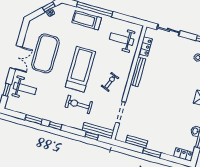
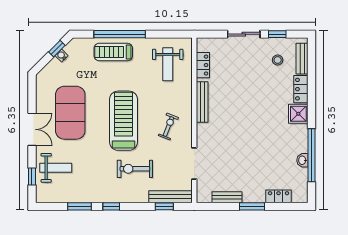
sliding door: (168, 30) -> (244, 34), moved
weight bench: (122, 39) -> (168, 64), turned -90
locker: (183, 154) -> (279, 196), moved

